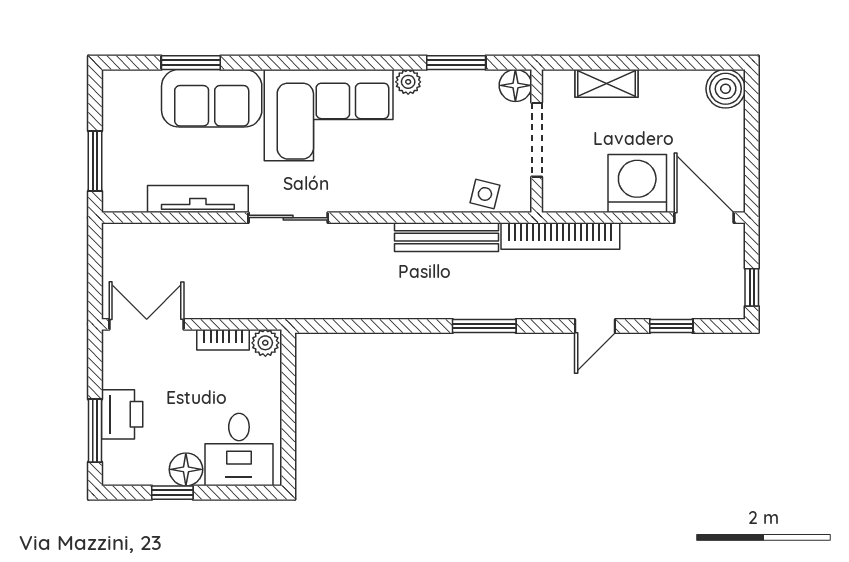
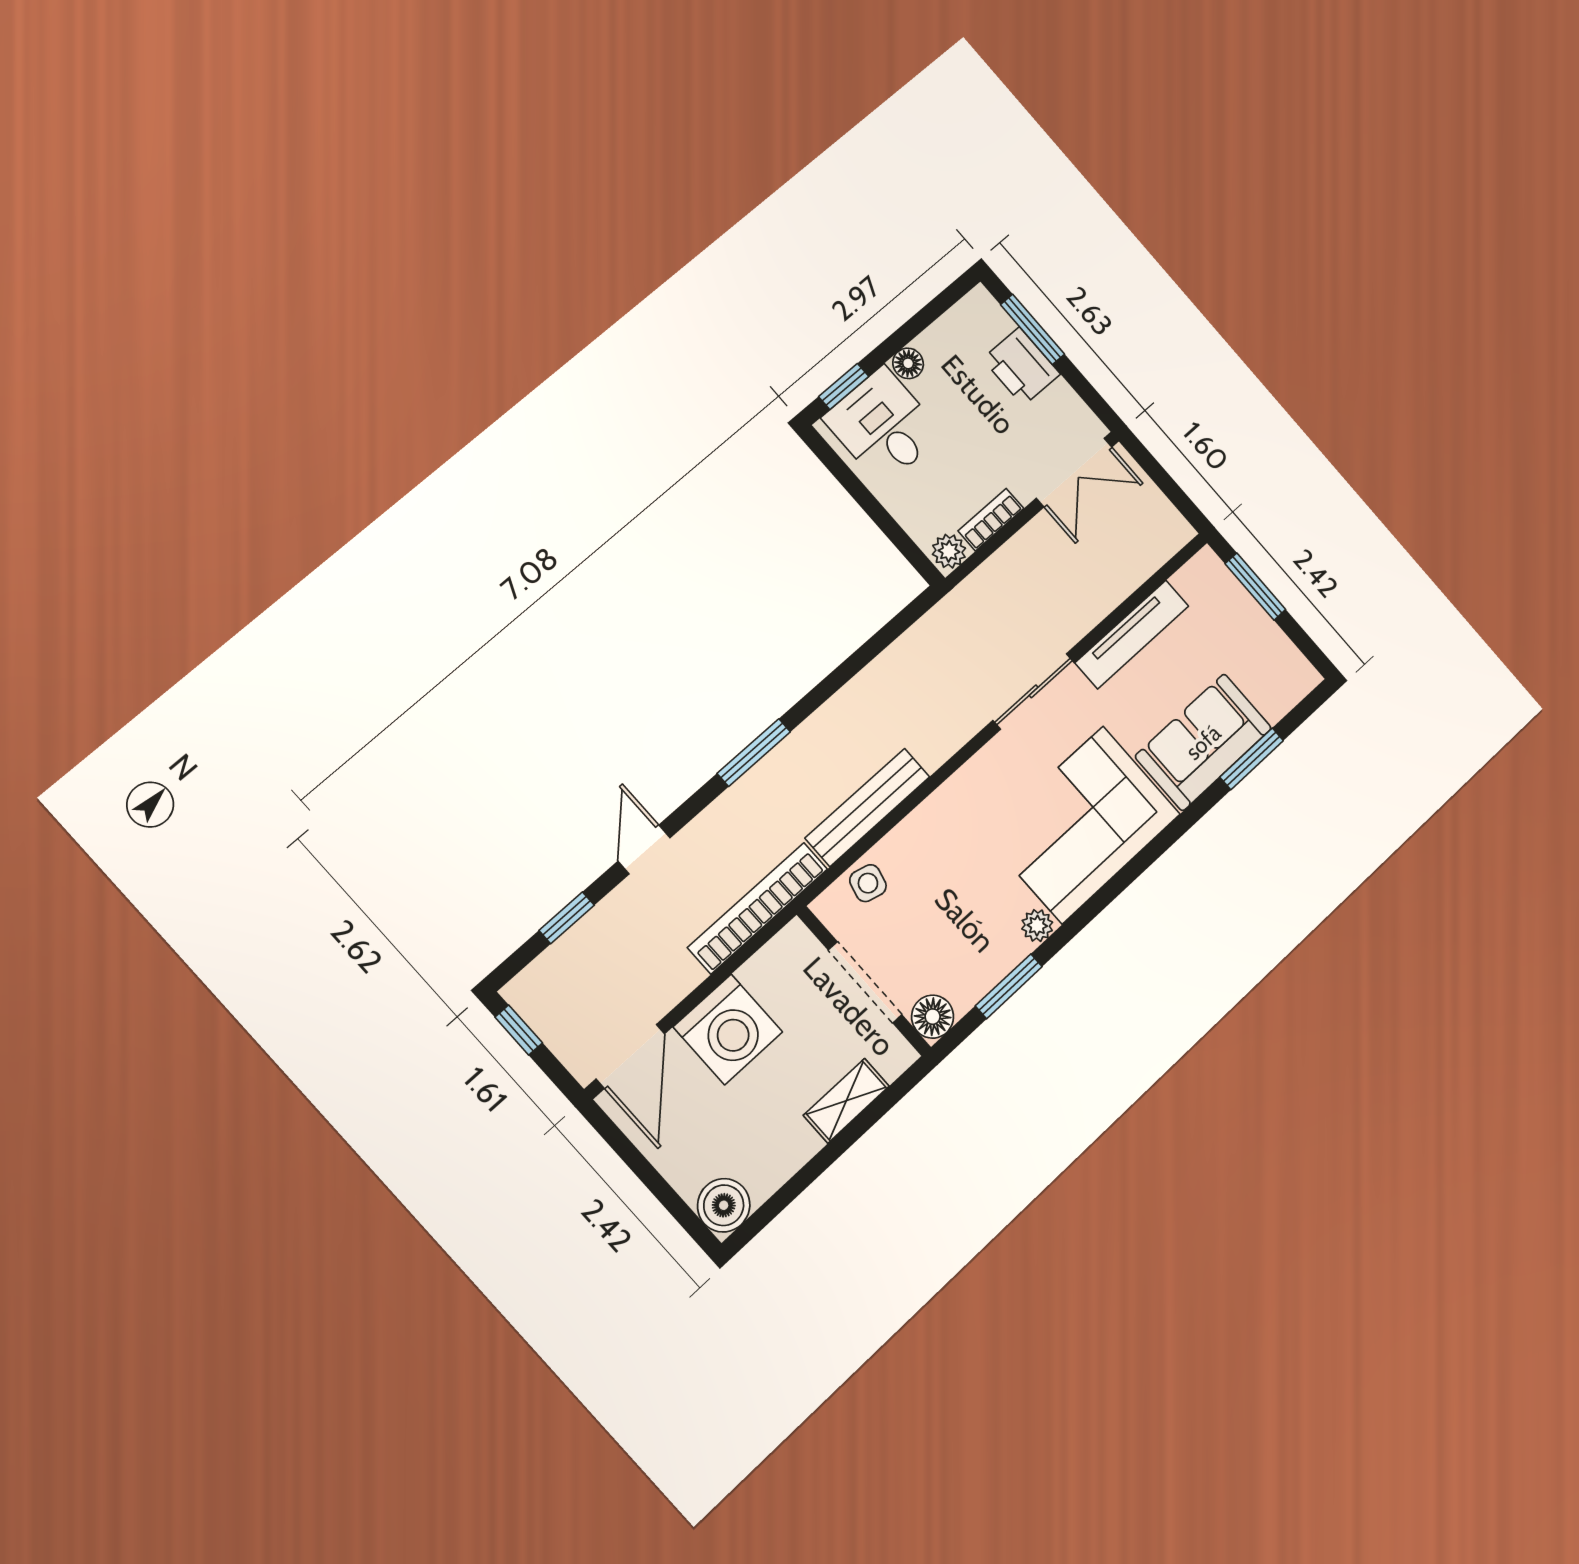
door: (704, 218) -> (630, 1056), hinge flipped
floor lamp: (186, 469) -> (908, 363), width x0.73, depth x0.73
window: (172, 493) -> (844, 387), moved

